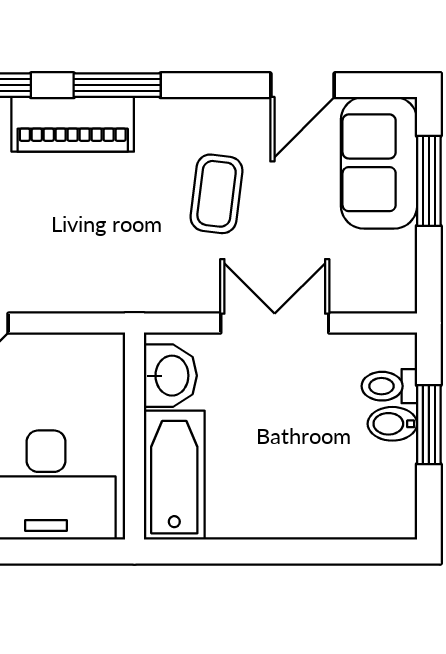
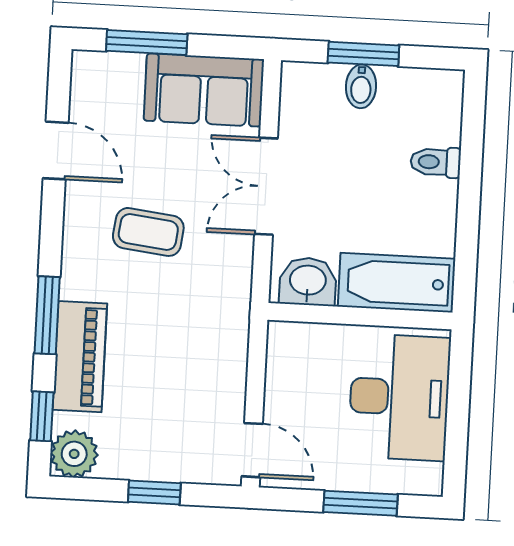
sofa: (379, 163) -> (204, 90), moved
toilet: (389, 386) -> (436, 162), moved, turned 90

